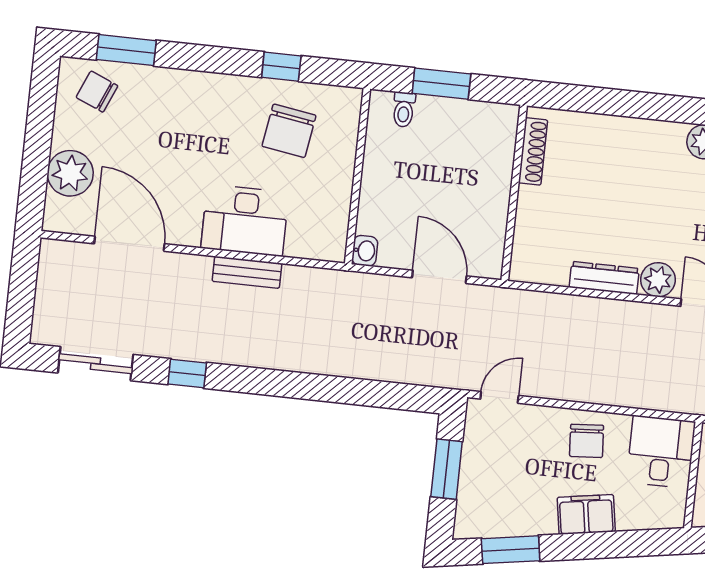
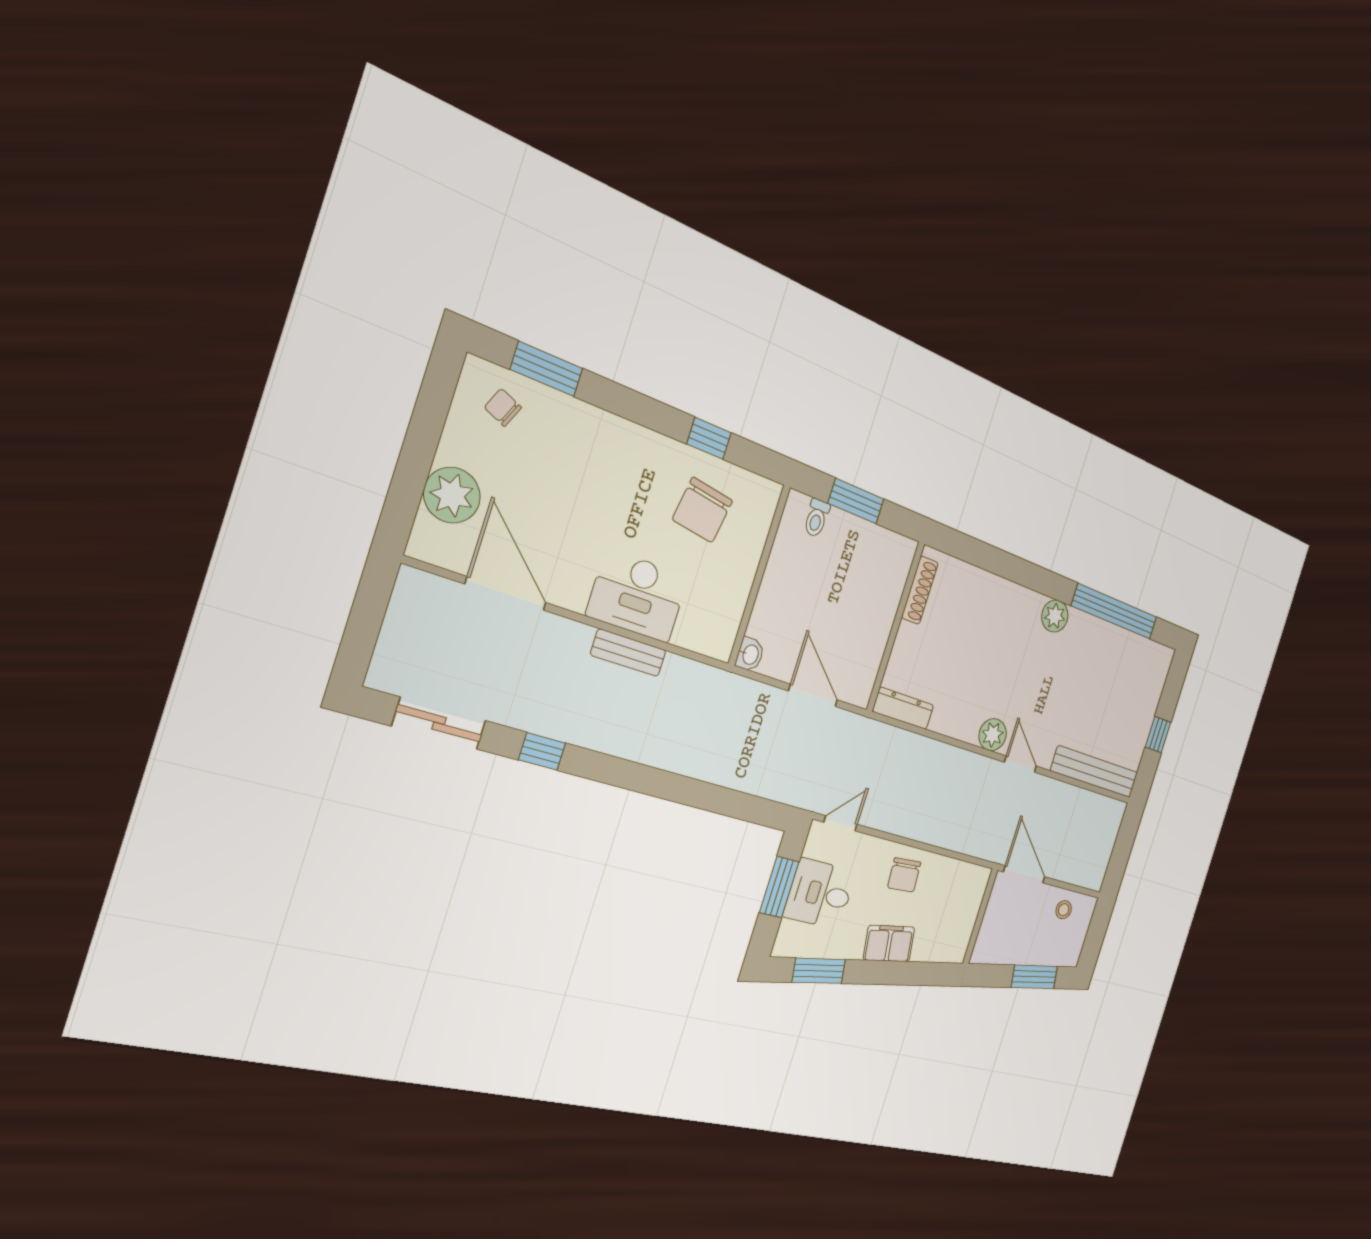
chair: (97, 92) -> (503, 407), width x0.73, depth x0.73
dresser: (604, 278) -> (903, 708), moved
desk: (661, 452) -> (820, 894), moved, turned -90

